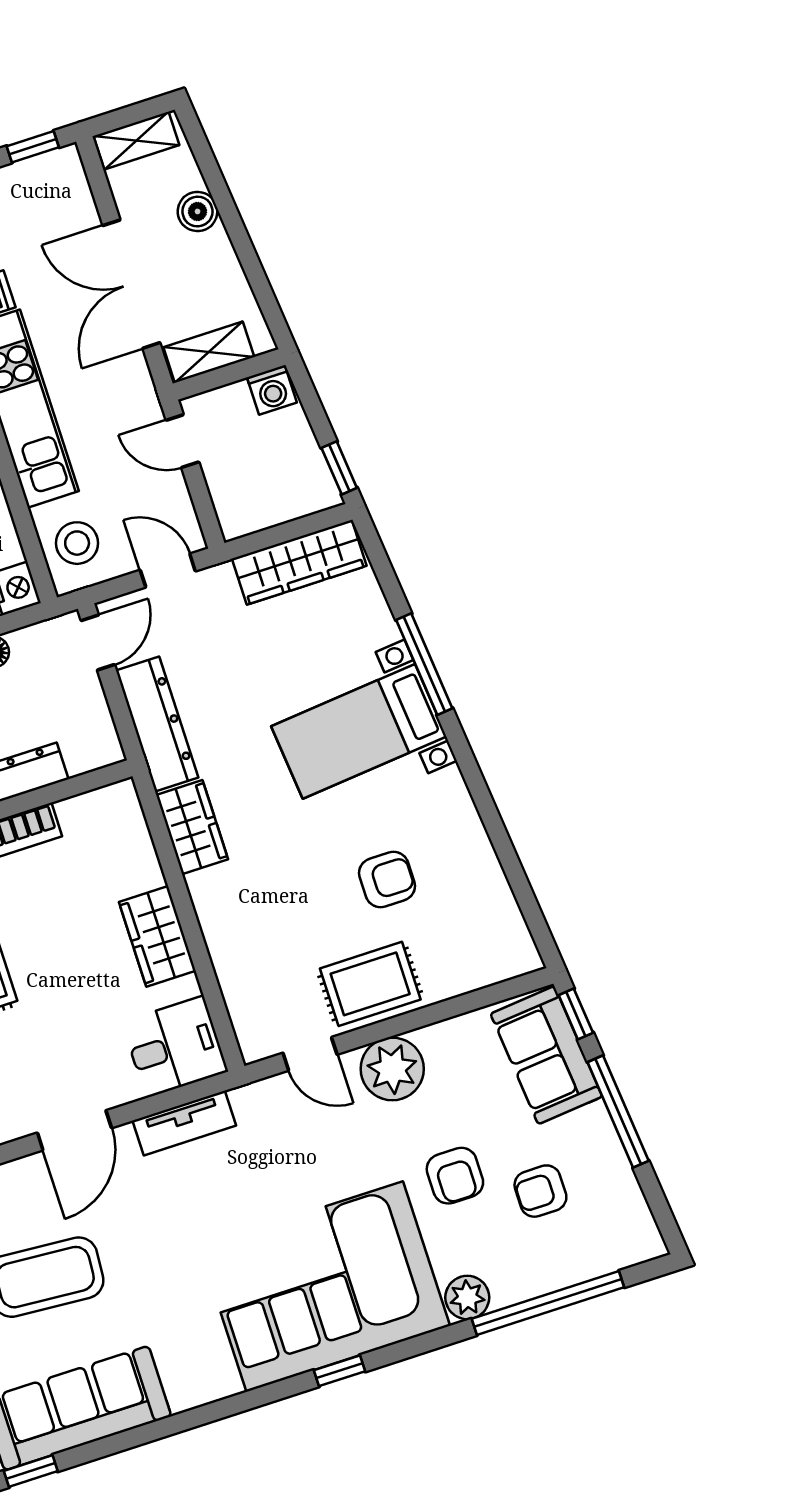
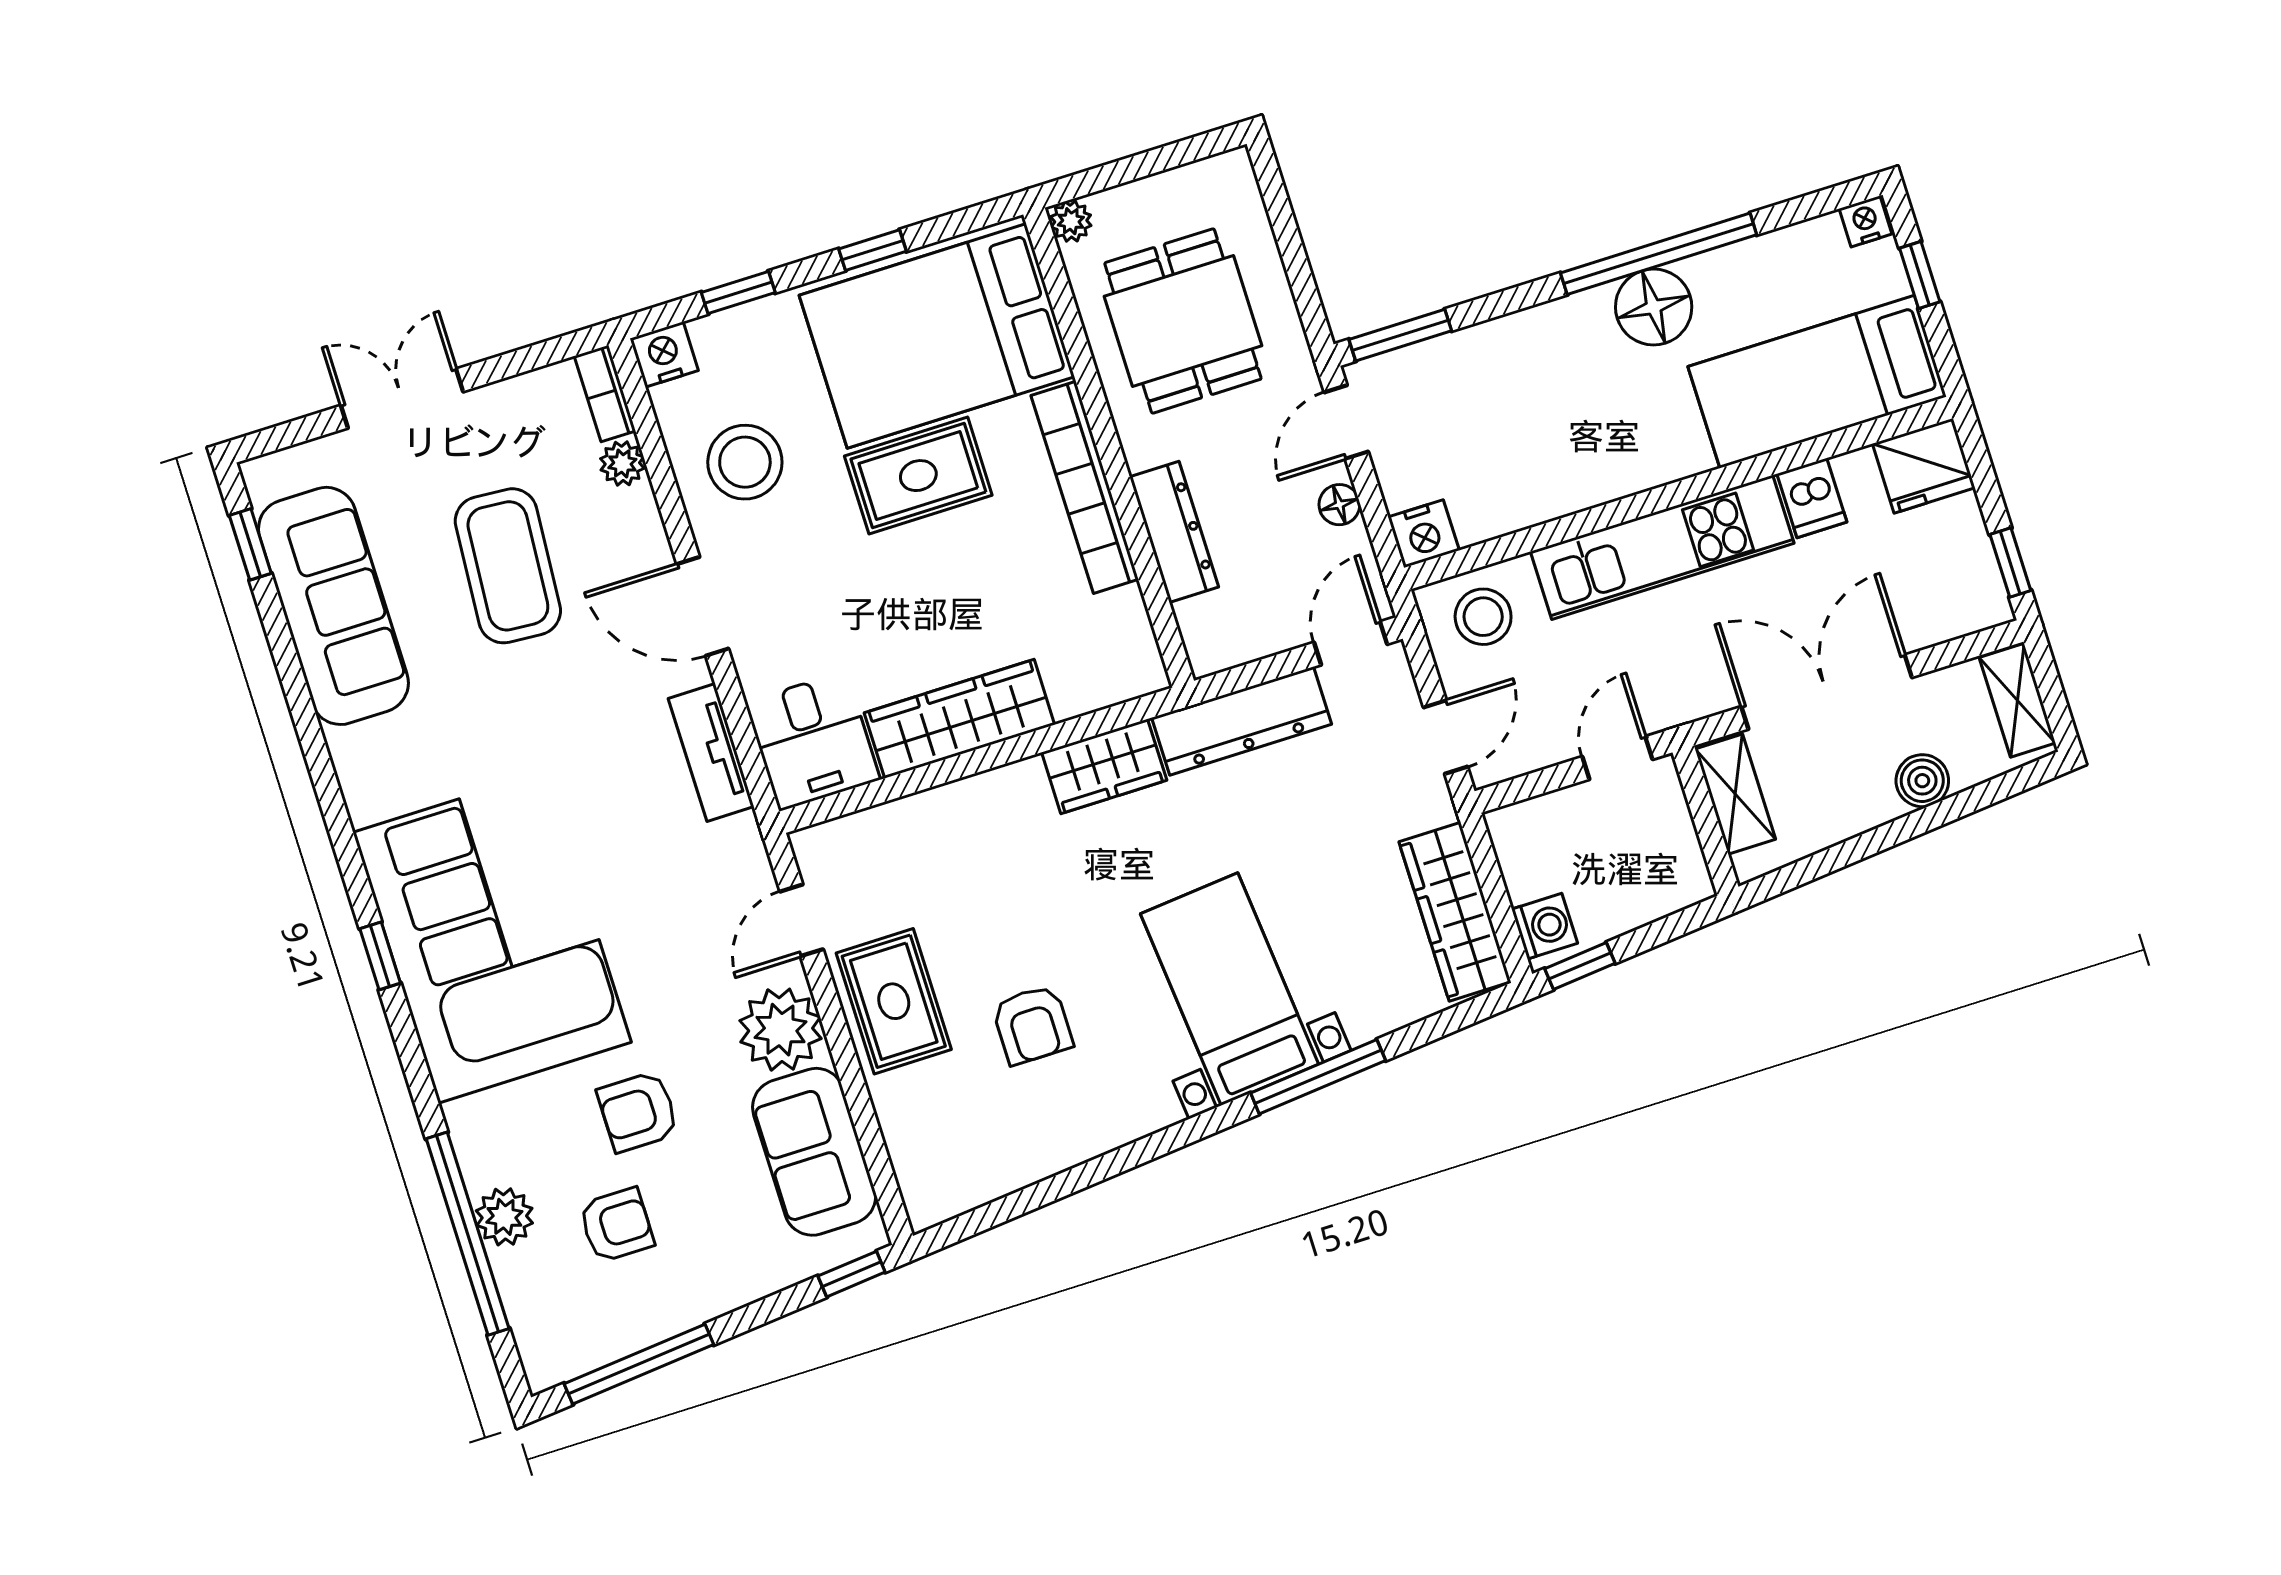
washing machine: (272, 390) -> (1544, 926), moved, turned 180
door: (98, 643) -> (1351, 643), swing flipped
wardrobe: (157, 936) -> (959, 719), width x1.50
sofa: (546, 1055) -> (814, 1152), moved, turned -85
window: (618, 1111) -> (639, 1364), moved
armchair: (540, 1191) -> (616, 1225), turned 90
plant: (467, 1297) -> (504, 1217), moved

